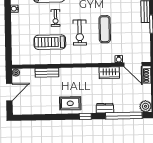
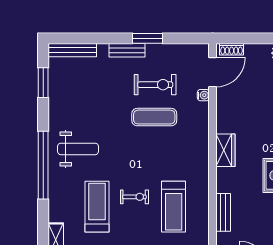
exercise bike: (80, 33) -> (155, 85), moved
wardrobe: (109, 73) -> (225, 150), moved

